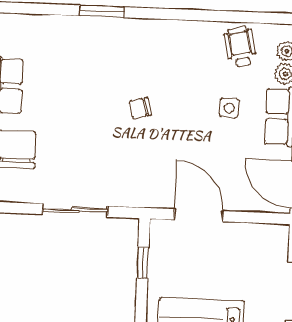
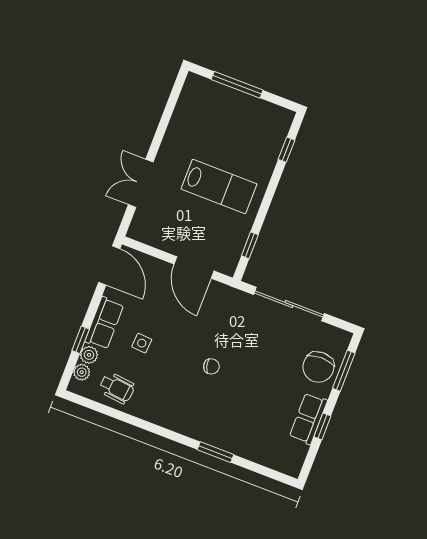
wheelchair: (240, 47) -> (117, 388), turned -71
sliding door: (75, 210) -> (289, 304), width x1.37

